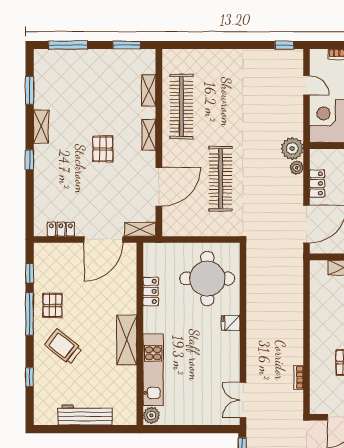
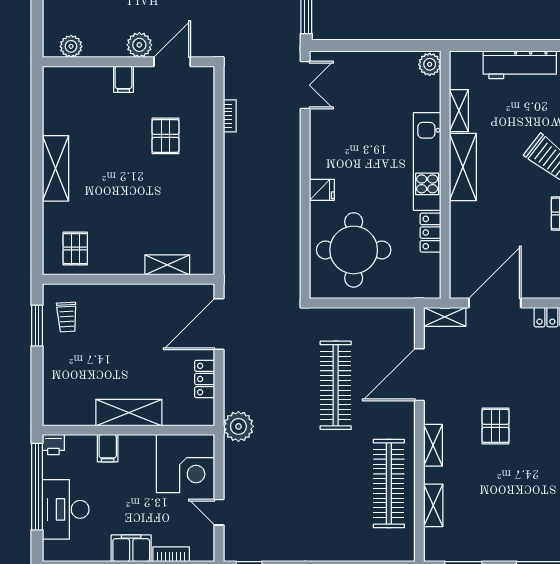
plant: (297, 168) -> (232, 400), removed
kitchen unit: (153, 370) -> (427, 161), moved
shelving: (130, 381) -> (459, 111), added

